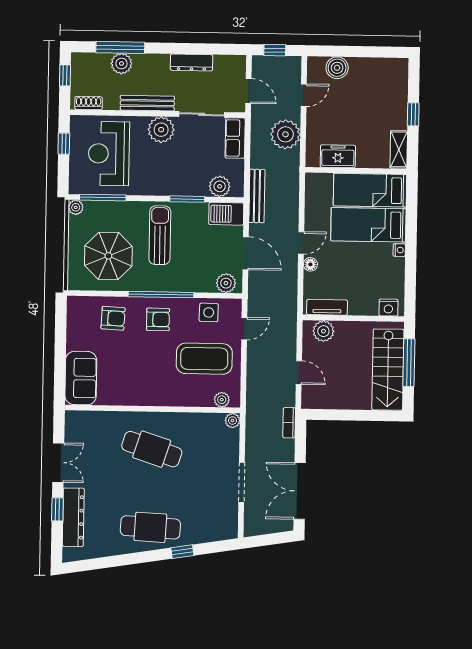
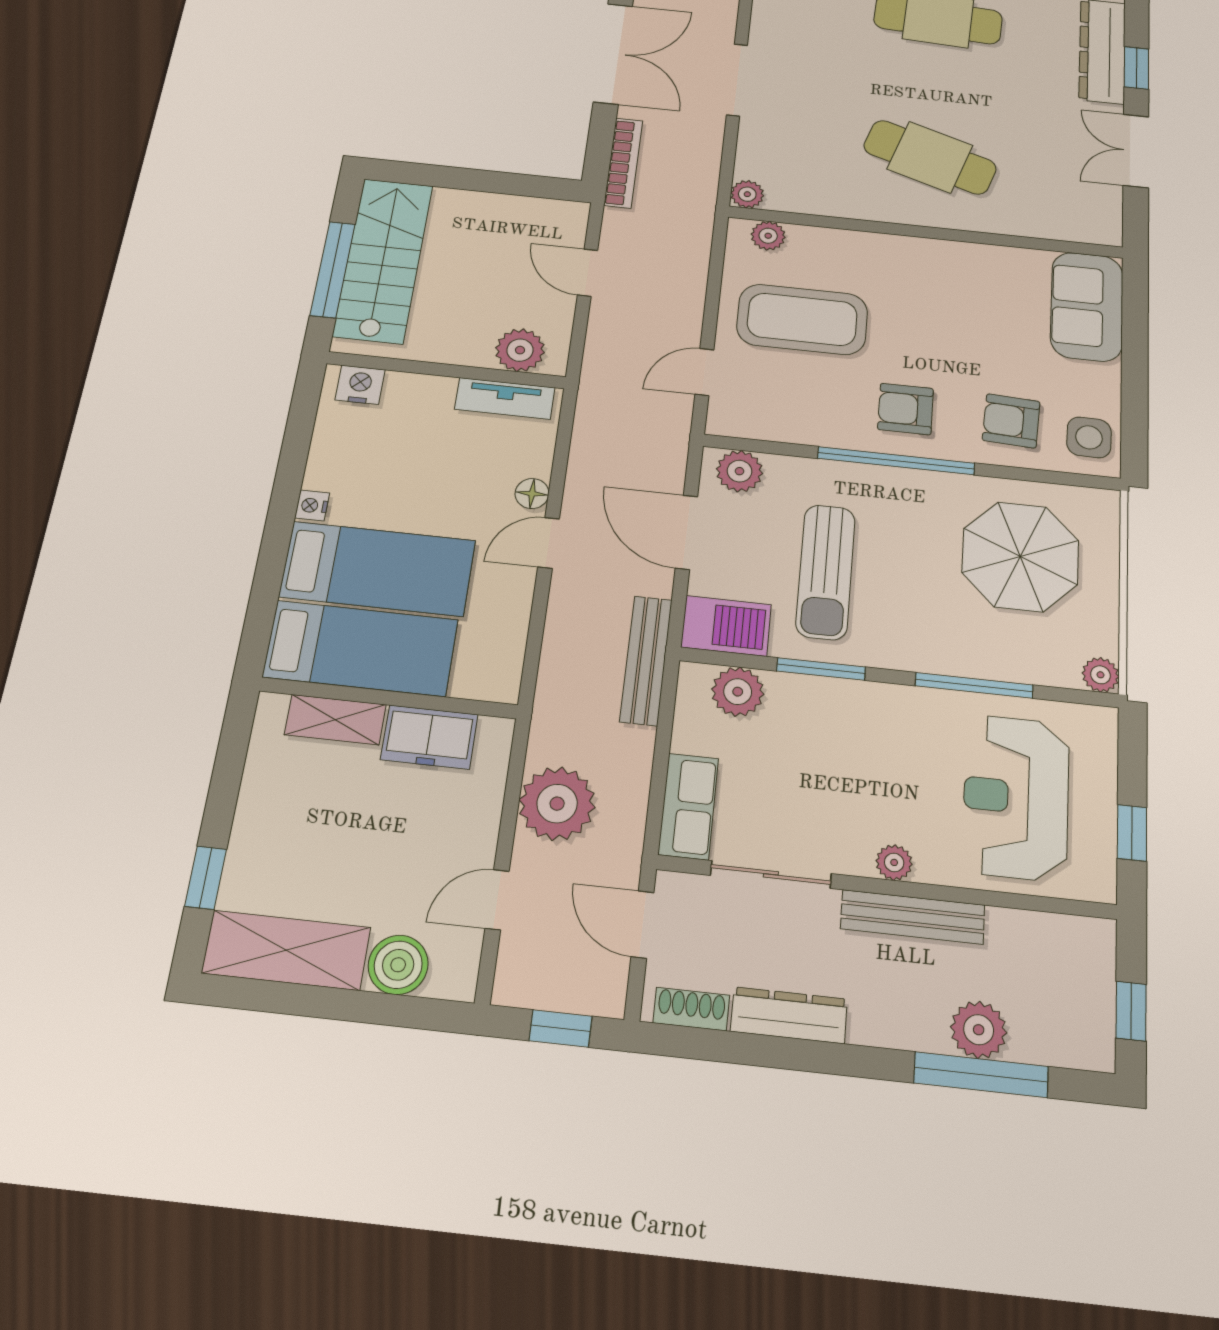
shelving: (379, 69) -> (286, 950), added
shoe rack: (89, 103) -> (691, 1009), moved, turned 180
window: (413, 114) -> (206, 878), moved
plant: (161, 130) -> (894, 862), width x0.53, depth x0.53
shelving: (399, 149) -> (335, 720), moved, turned 90
reception desk: (109, 154) -> (1016, 797), turned 180
window: (103, 198) -> (974, 685), moved
sun lounger: (160, 235) -> (826, 572), moved
side table: (209, 312) -> (1089, 437), moved
bookcase: (289, 423) -> (623, 163), width x1.56

